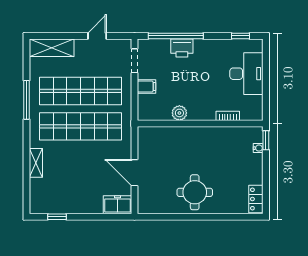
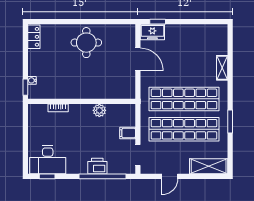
desk: (246, 74) -> (48, 160), moved, turned -90
window: (27, 100) -> (230, 122), width x0.69
window: (57, 217) -> (158, 22), moved

